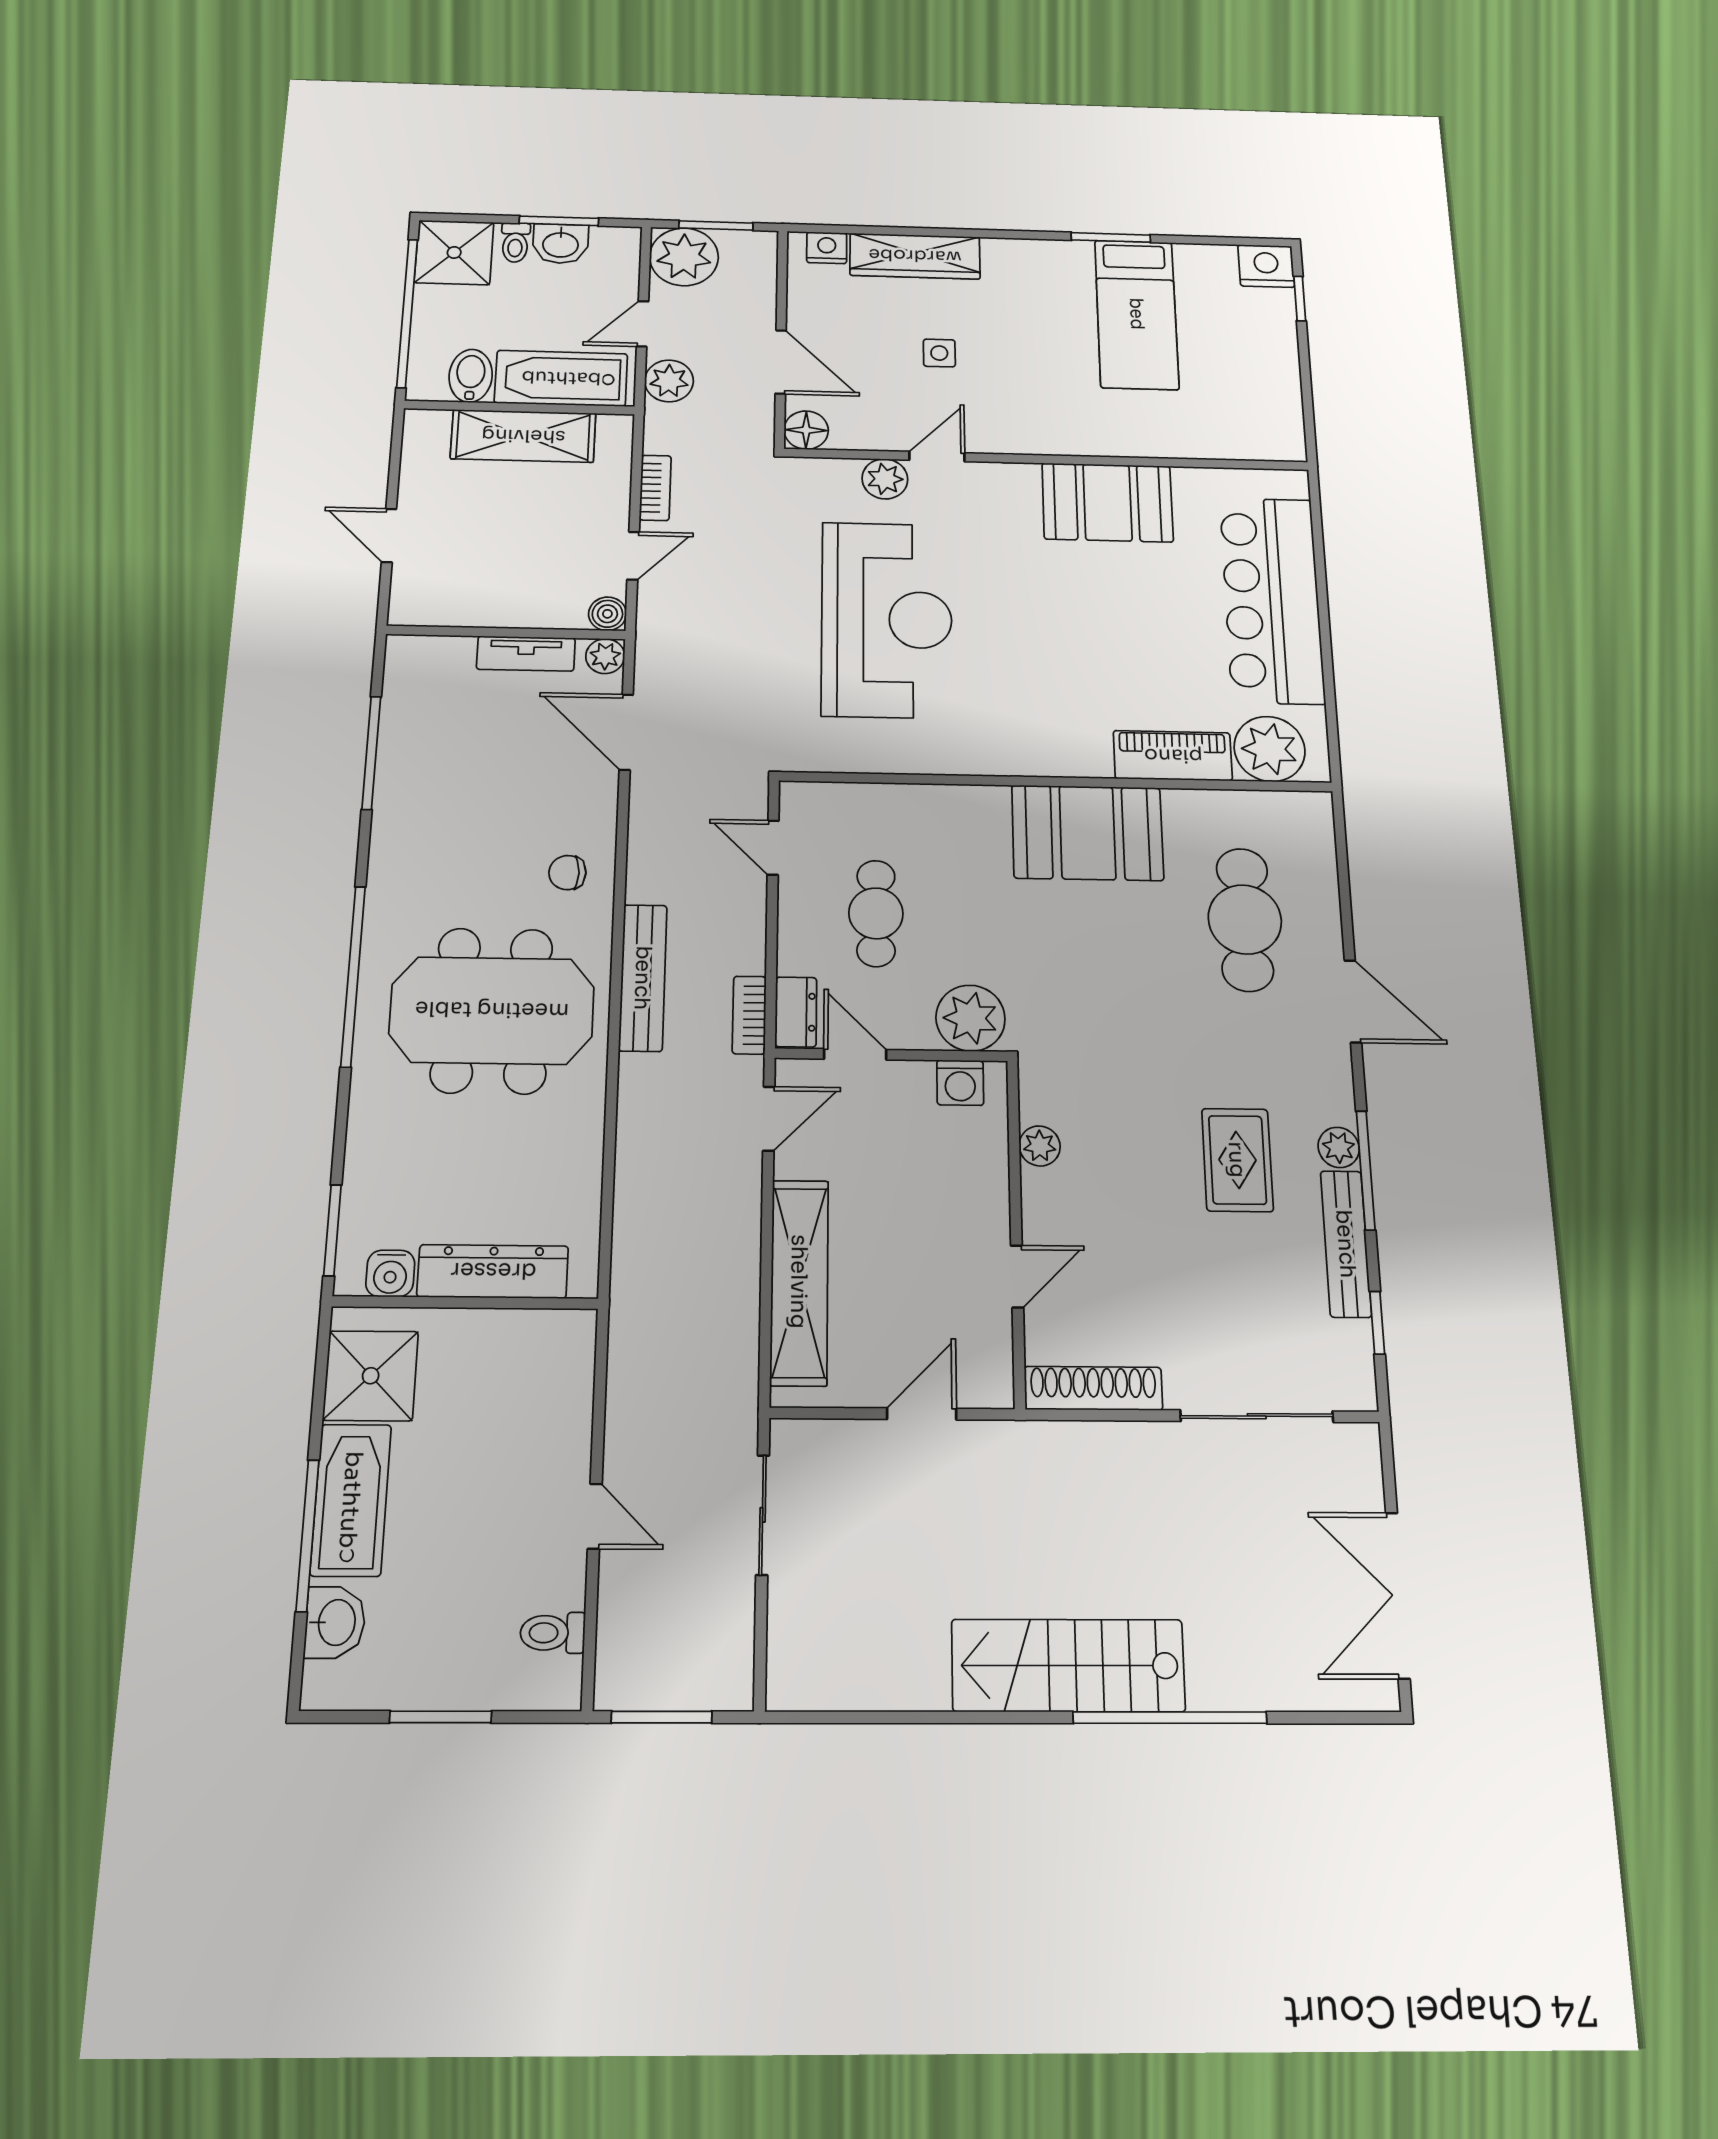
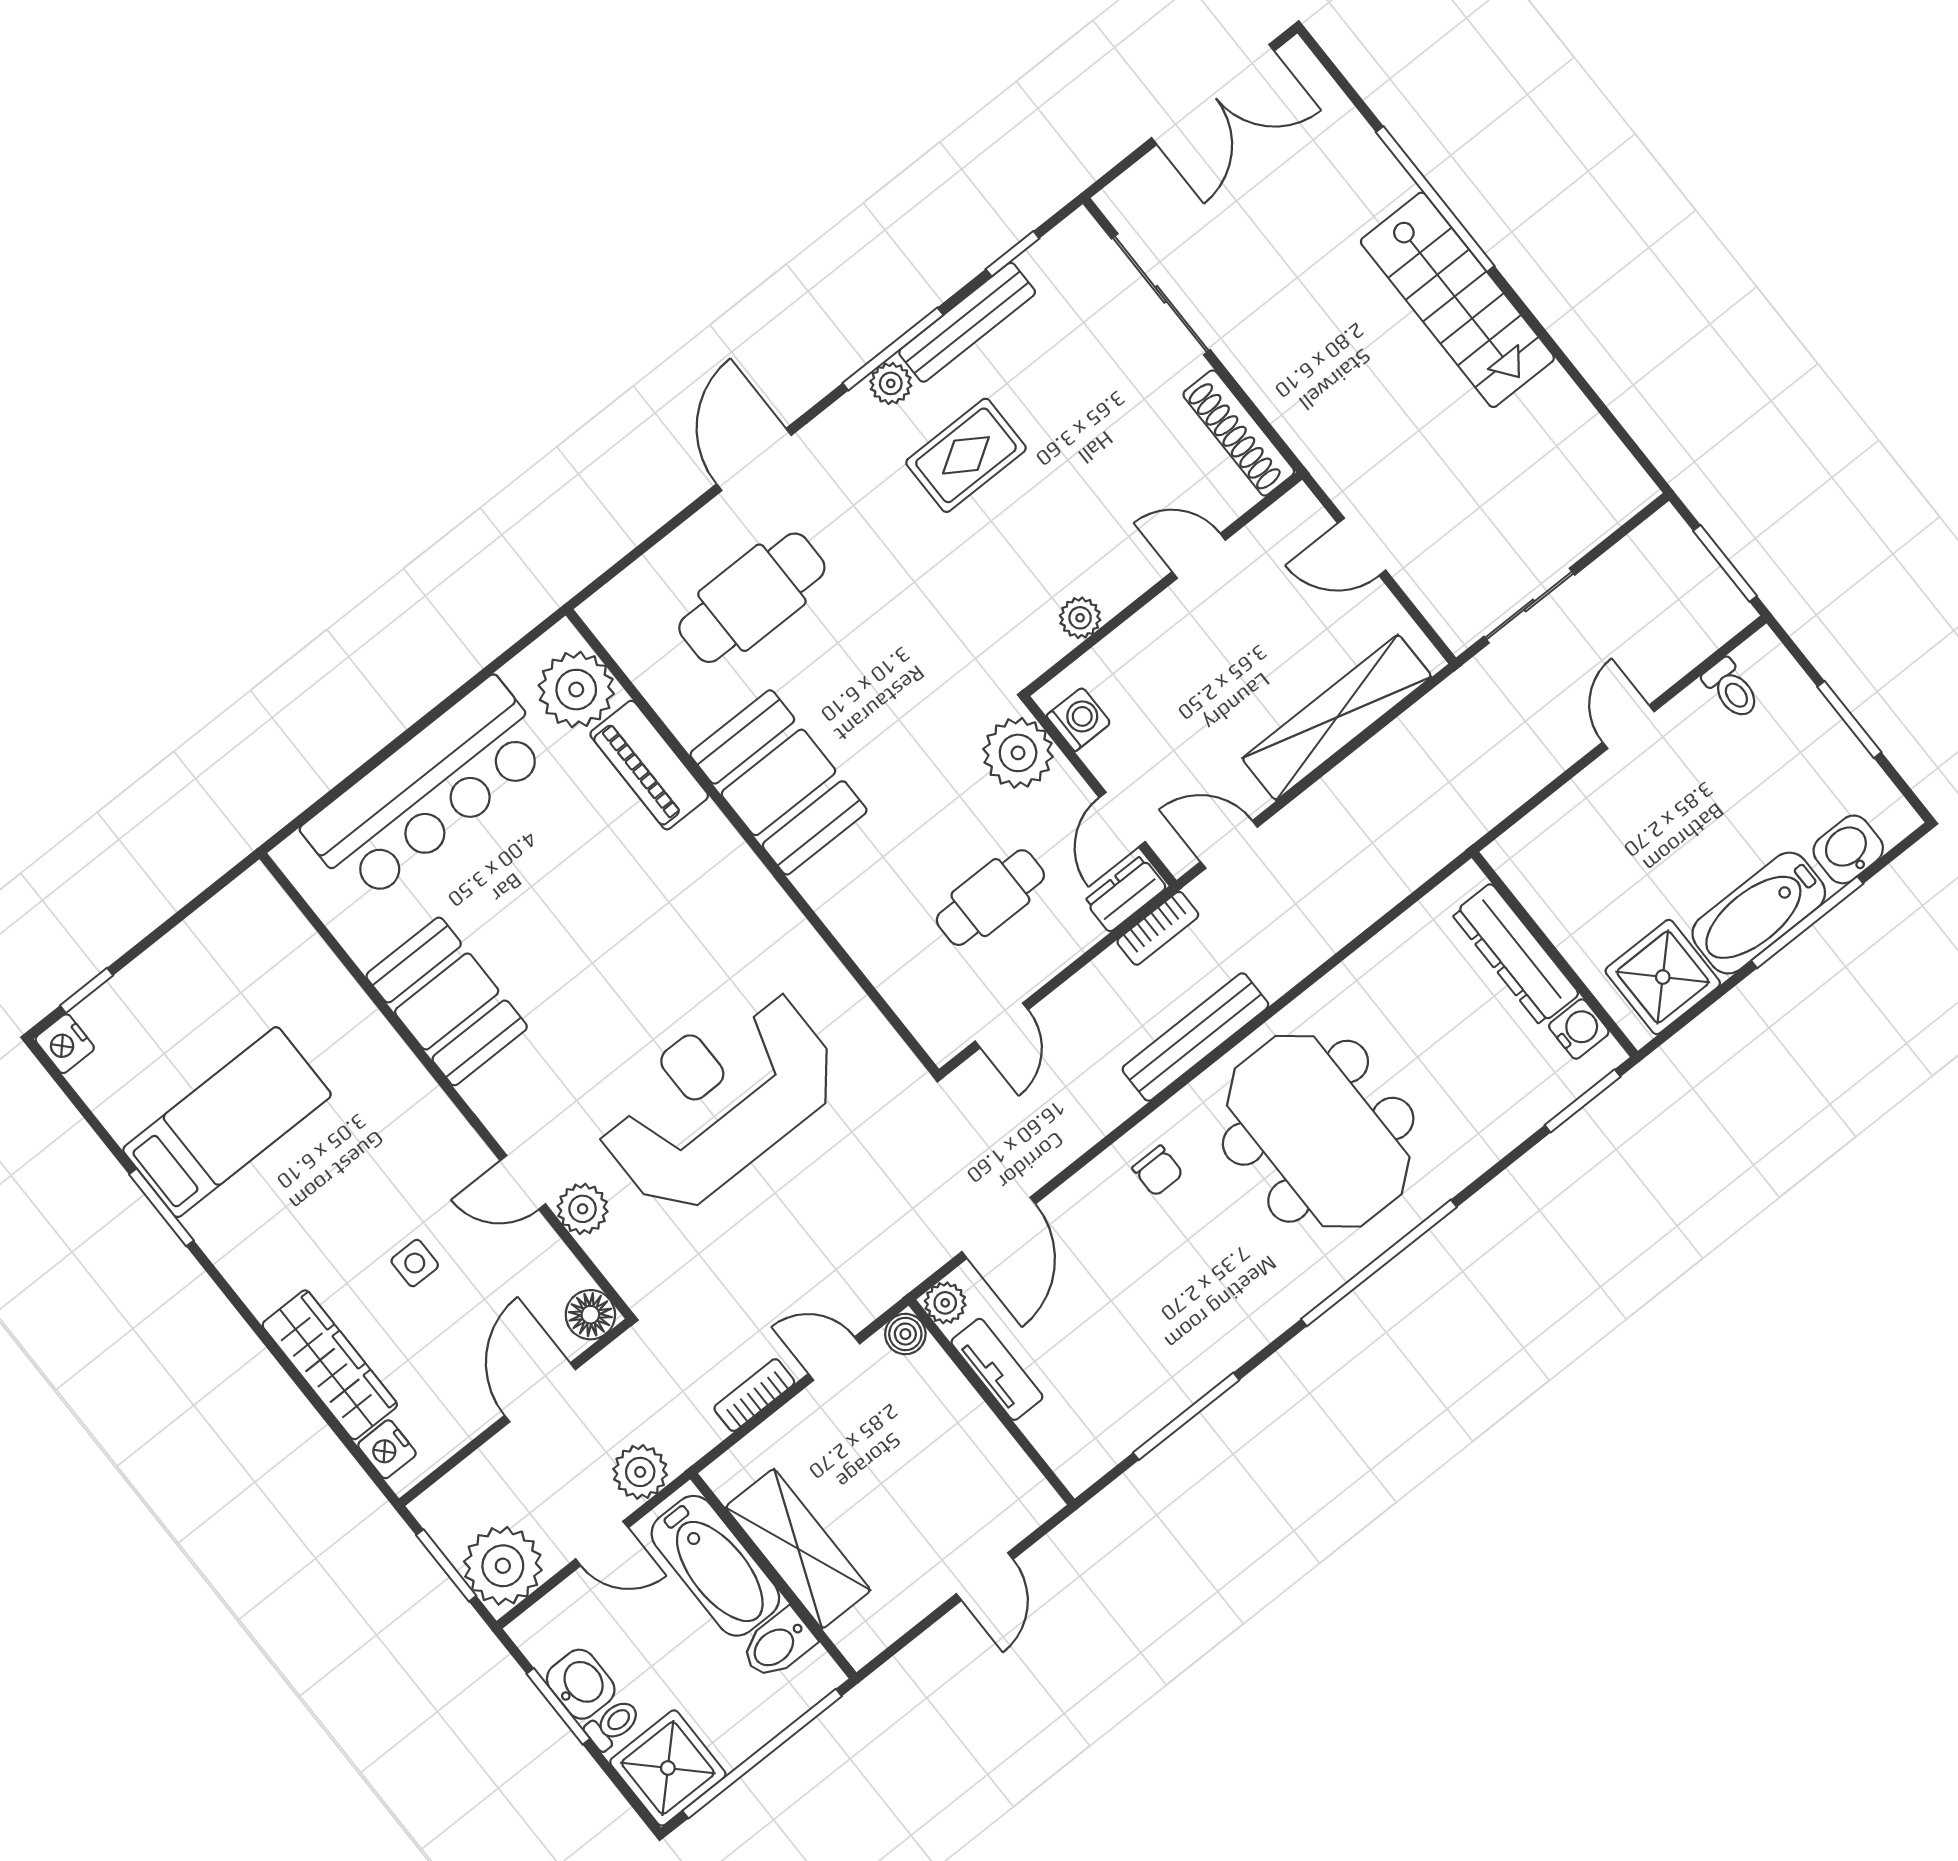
nightstand: (1266, 266) -> (65, 1044), width x0.74, depth x0.75

